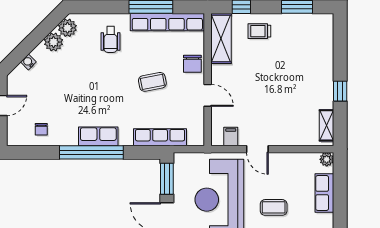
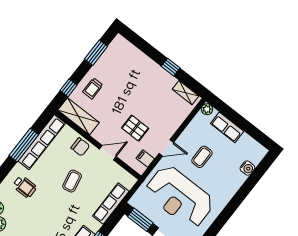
pallet: (253, 103) -> (135, 128), added
coffee table: (274, 207) -> (202, 157), moved

